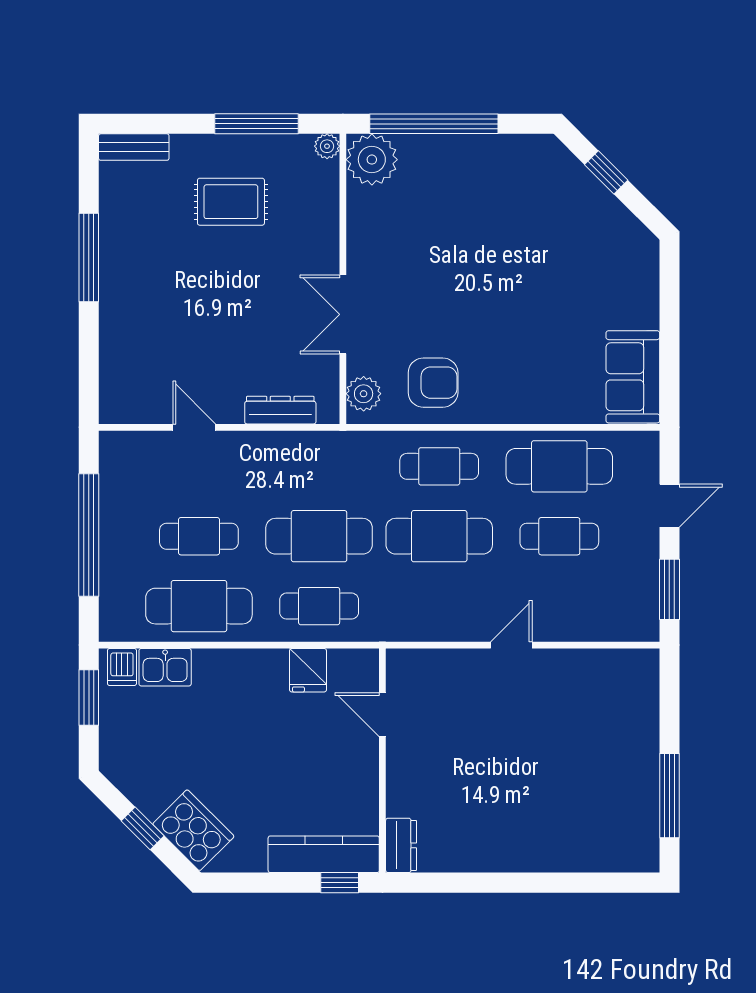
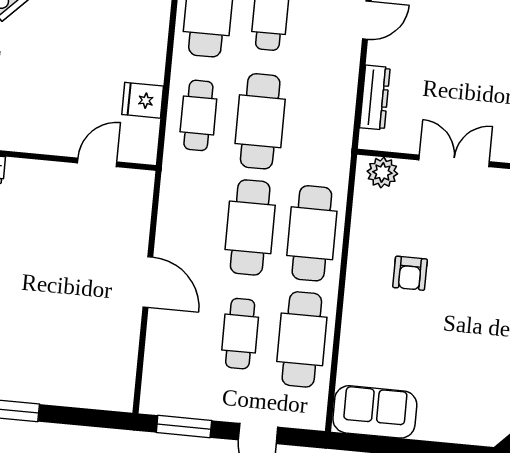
armchair: (433, 383) -> (410, 273), moved, width x0.72, depth x0.72
cafe table: (439, 466) -> (312, 233), width x1.37, depth x1.35
door: (511, 645) -> (148, 282), width x1.38

